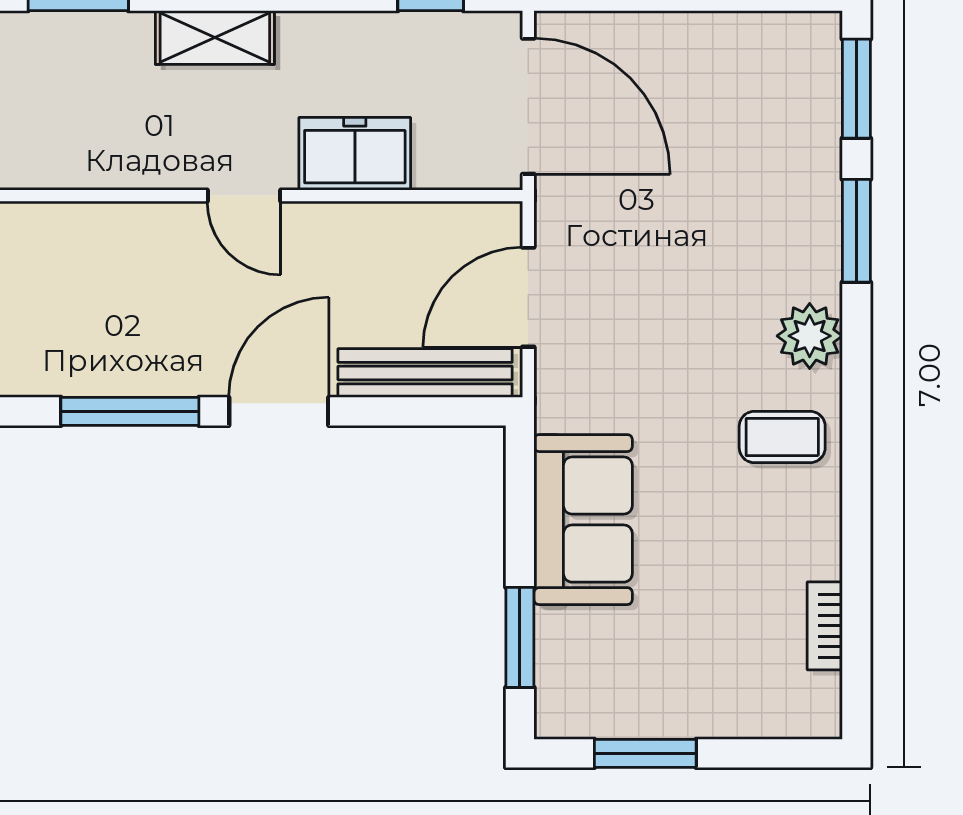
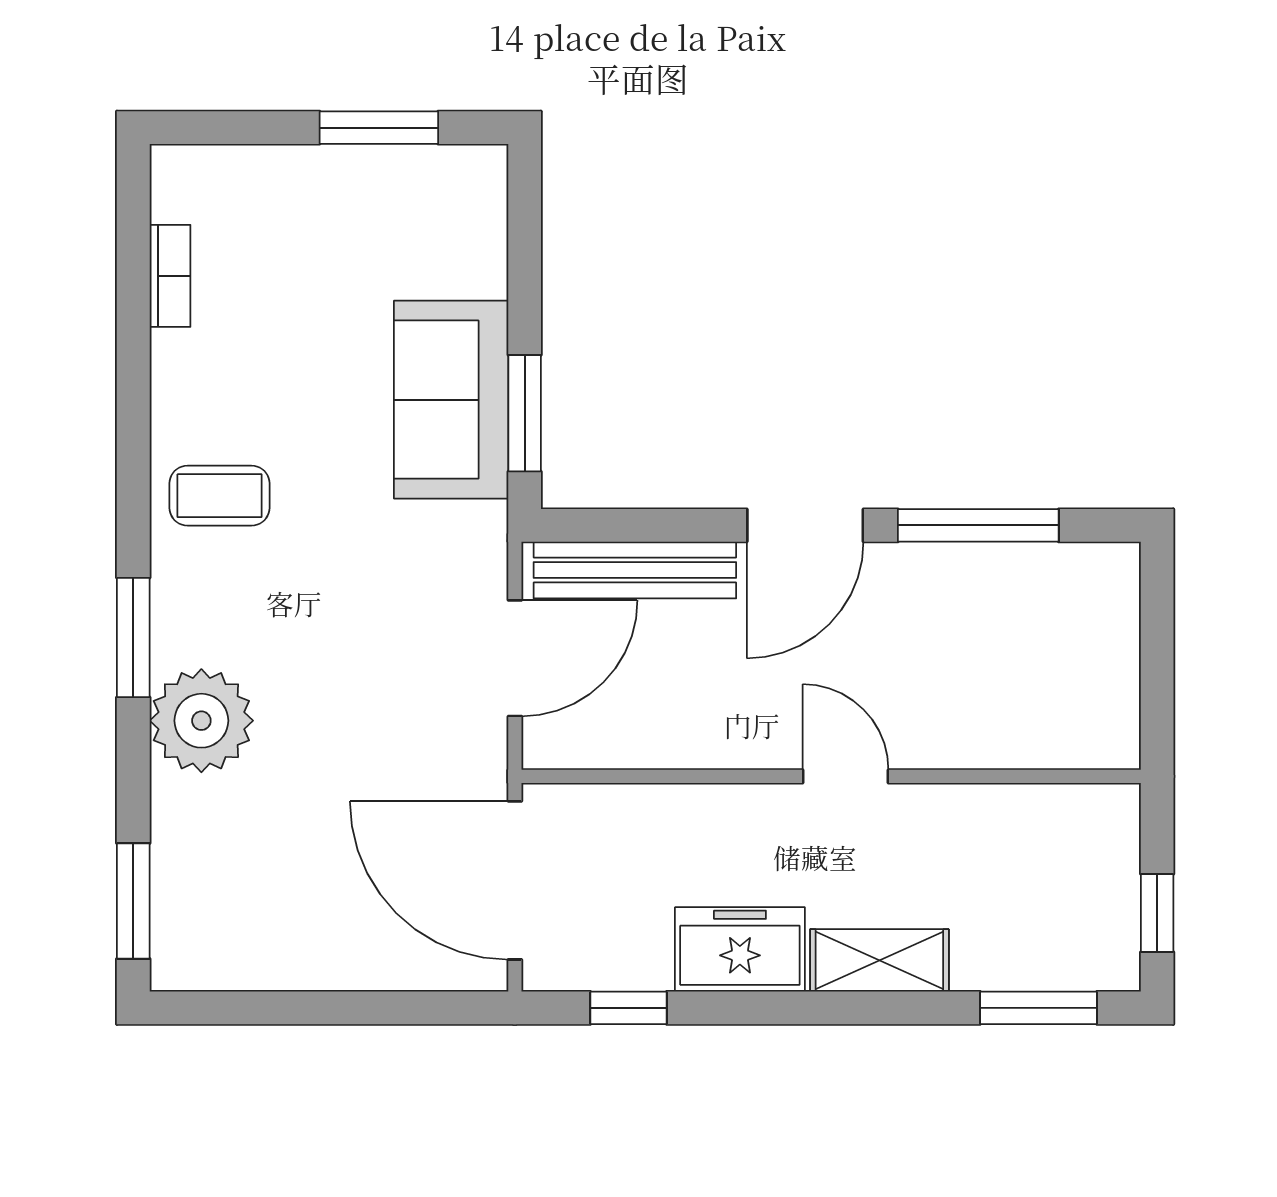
freezer: (355, 154) -> (740, 949), moved, turned 180
window: (856, 231) -> (133, 638), moved
plant: (810, 336) -> (201, 721), moved, width x1.36, depth x1.36
window: (520, 637) -> (525, 413), moved

